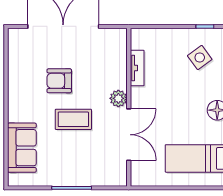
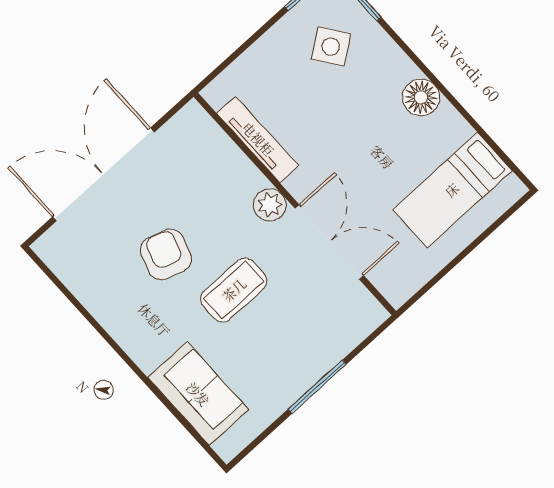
tv unit: (137, 68) -> (258, 139), width x1.41
armchair: (59, 81) -> (166, 254), turned 108

